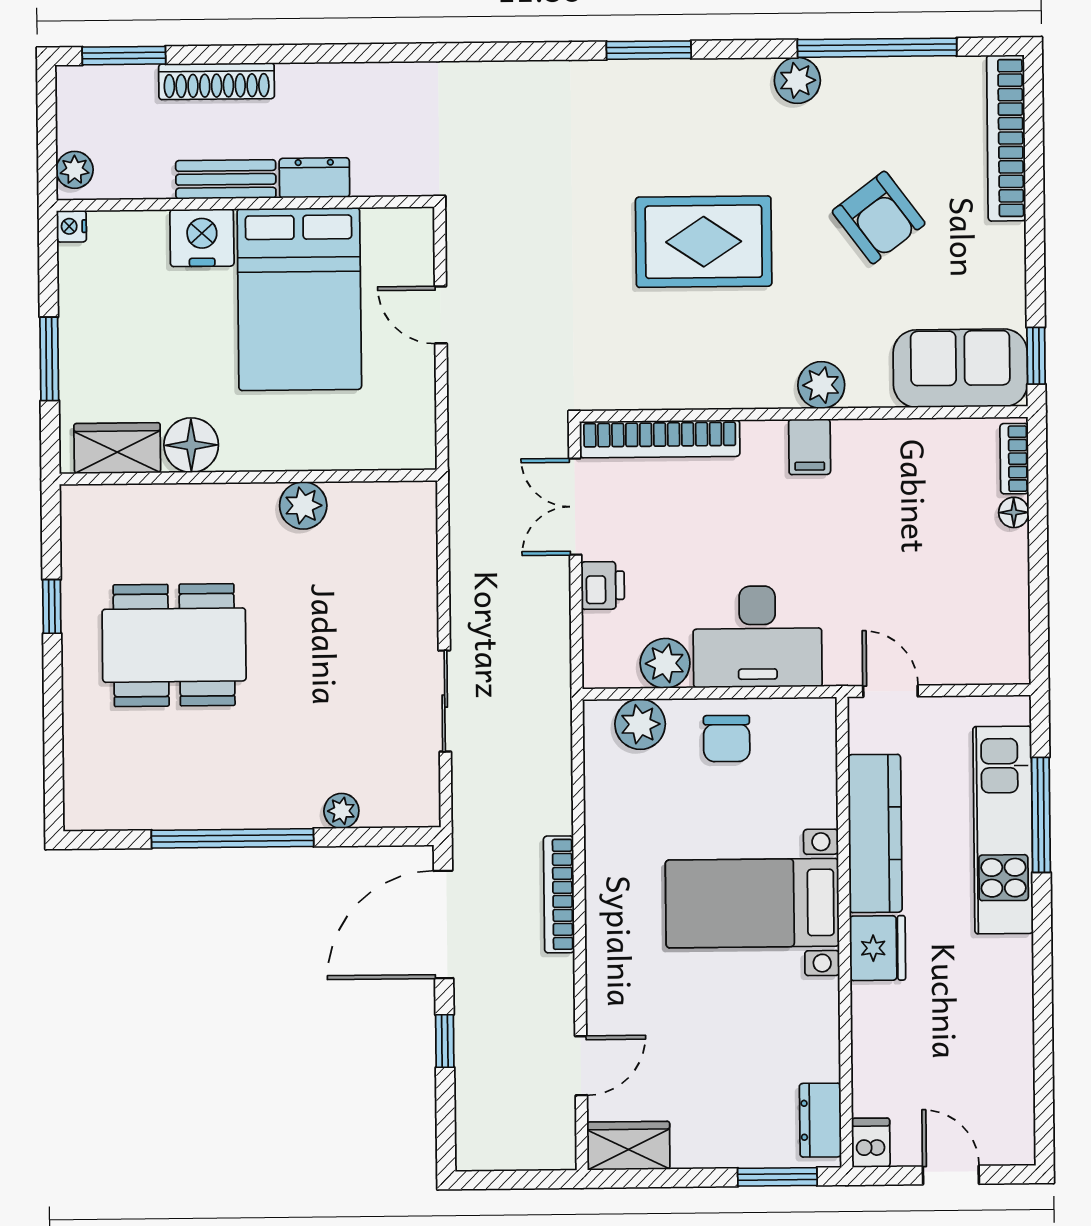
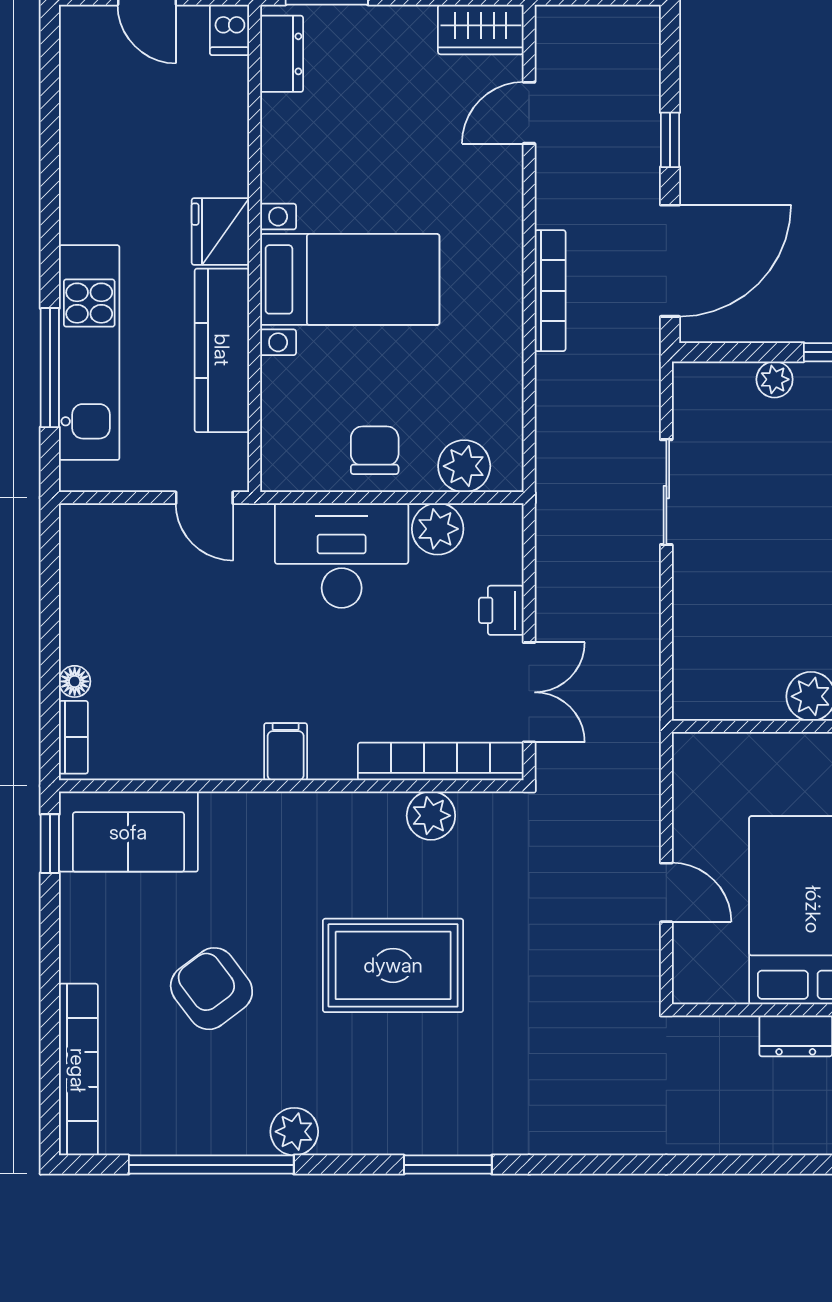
plant: (821, 385) -> (431, 816), moved

